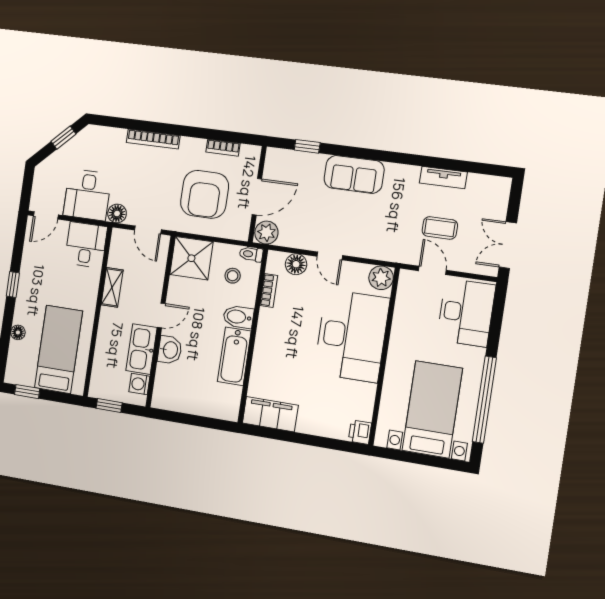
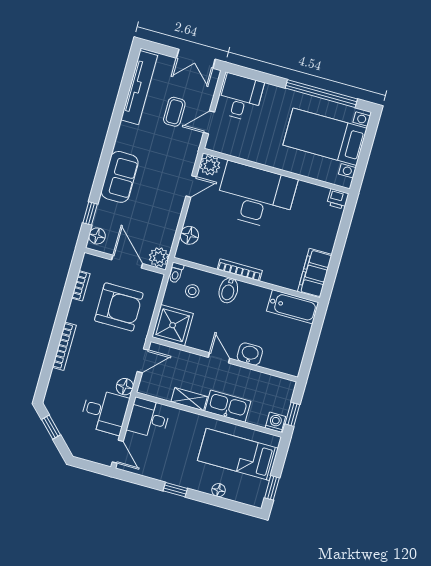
floor lamp: (282, 158) -> (97, 236), added
tv unit: (443, 178) -> (139, 88), width x1.92, depth x1.29
door: (330, 256) -> (191, 186), moved
bookcase: (269, 290) -> (240, 270), moved, width x1.56
desk: (466, 313) -> (241, 97), width x0.73
kitchen sink: (142, 349) -> (228, 406), moved, turned 180
bathtub: (234, 356) -> (293, 307), moved
washing machine: (139, 384) -> (275, 422), moved, turned 180

